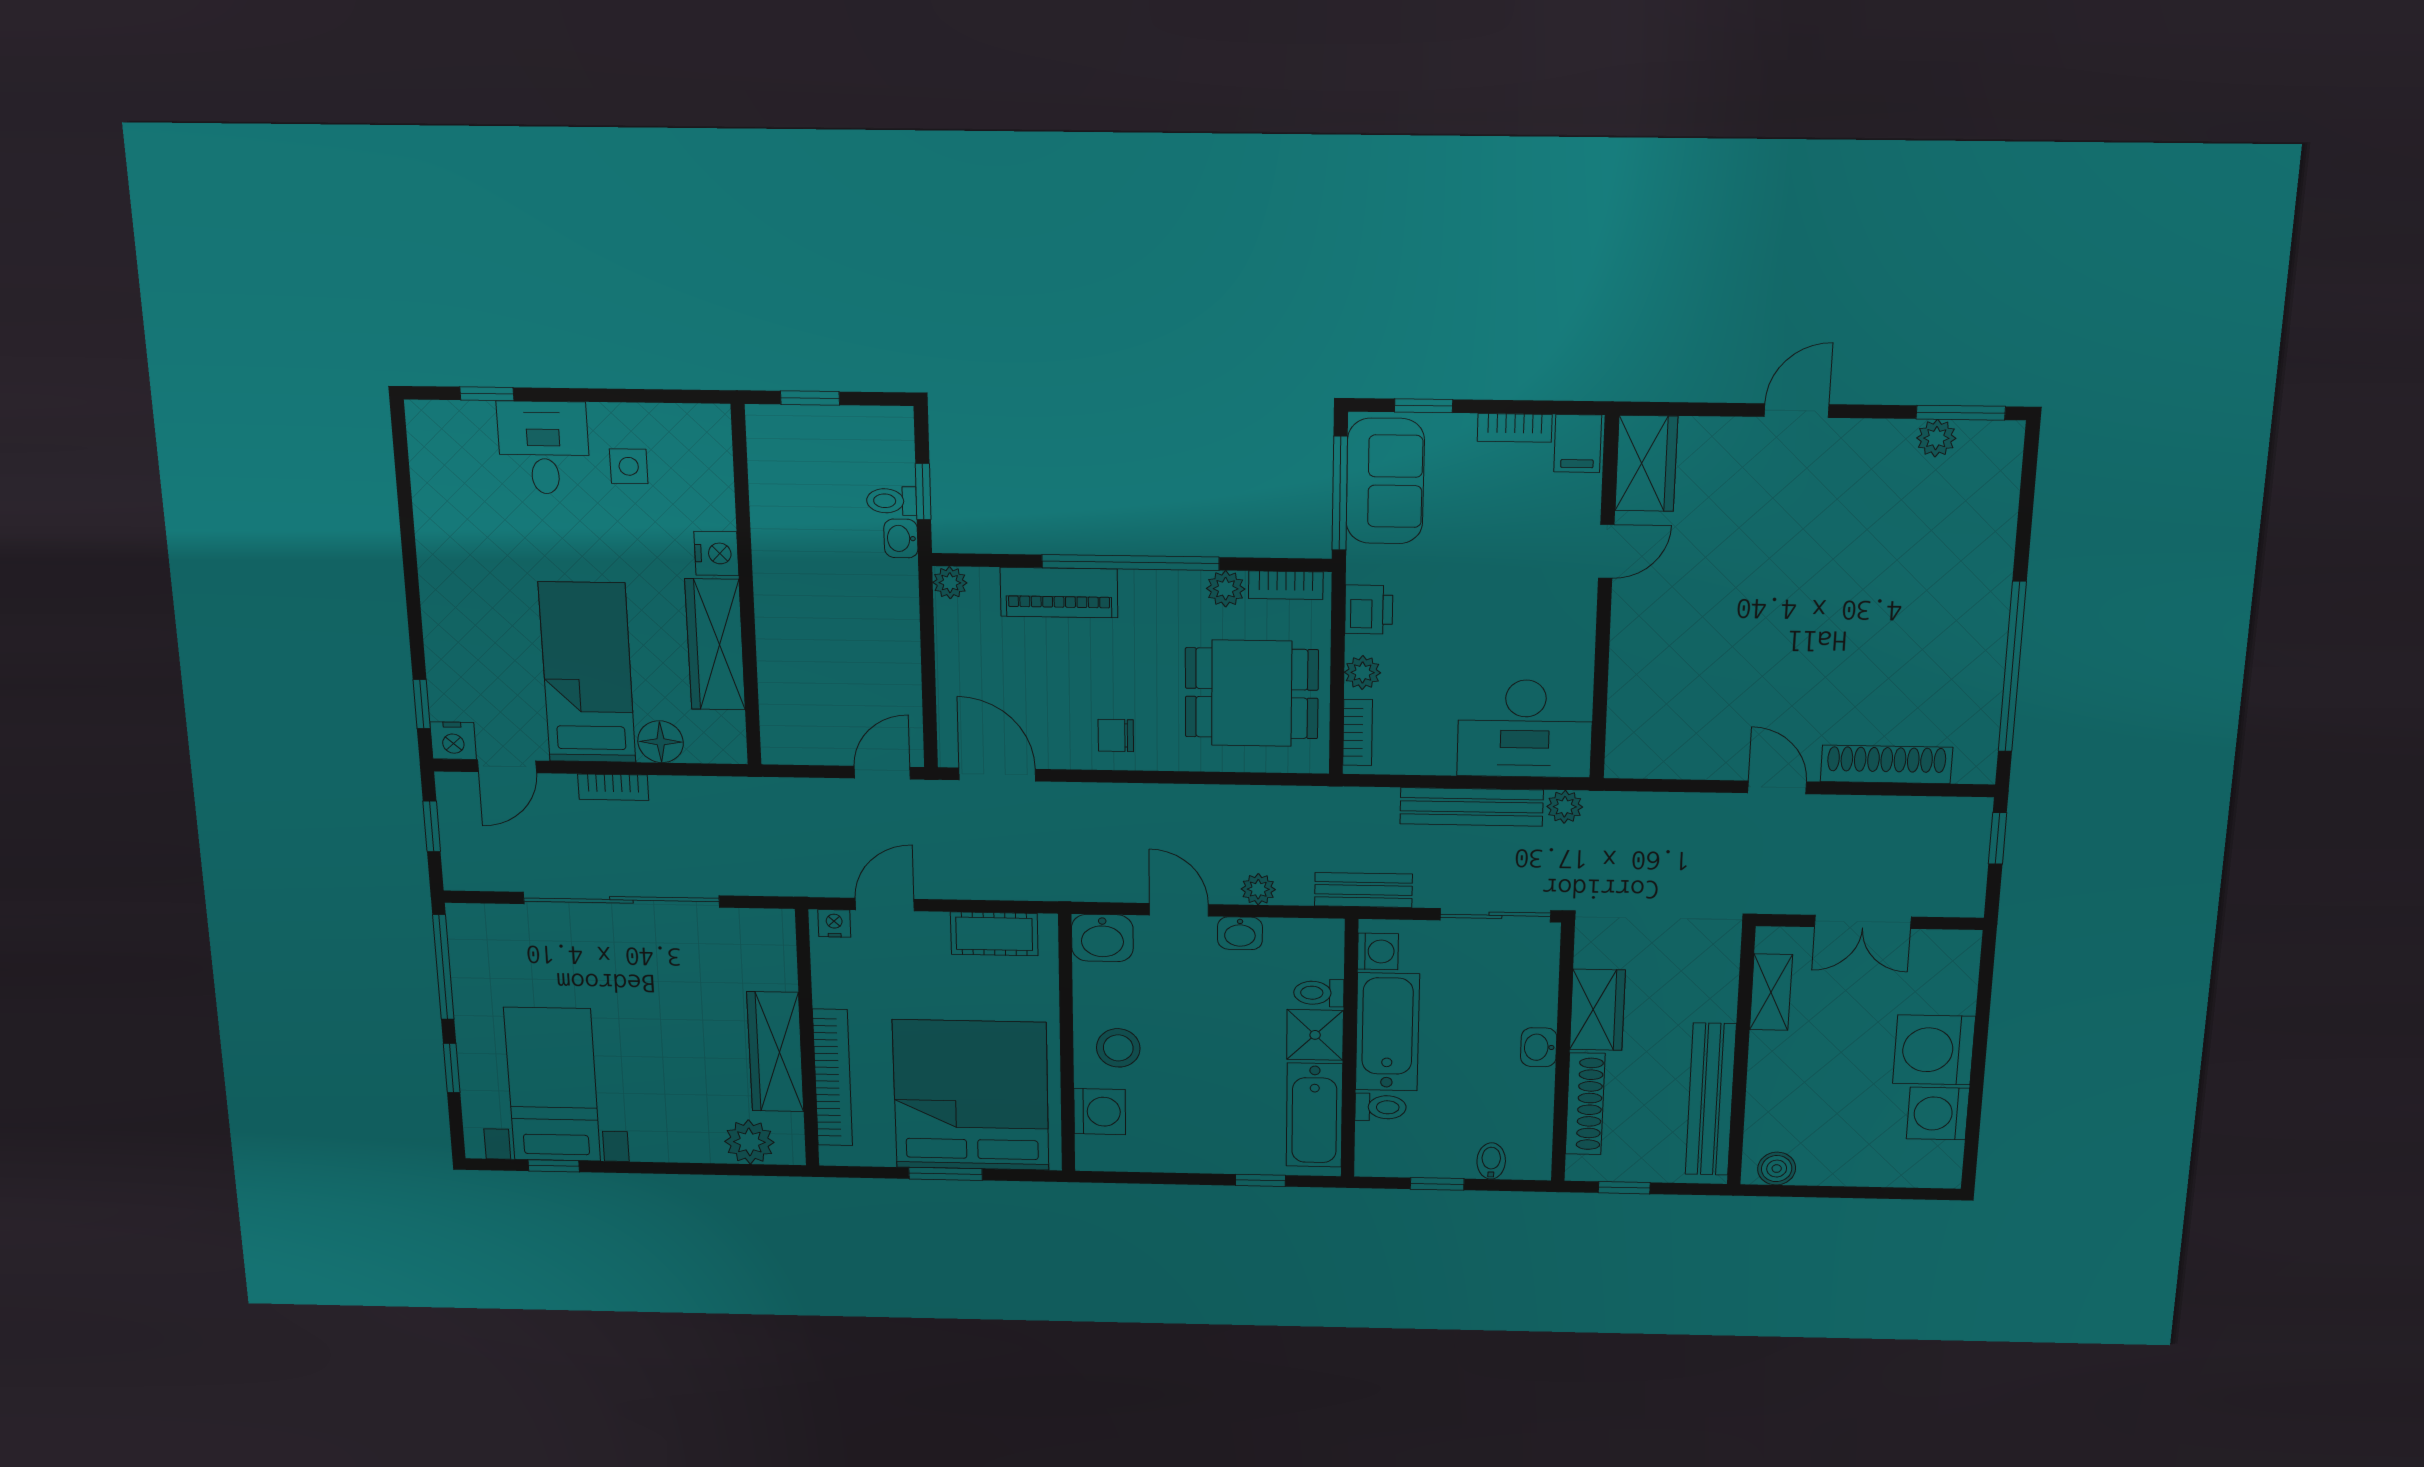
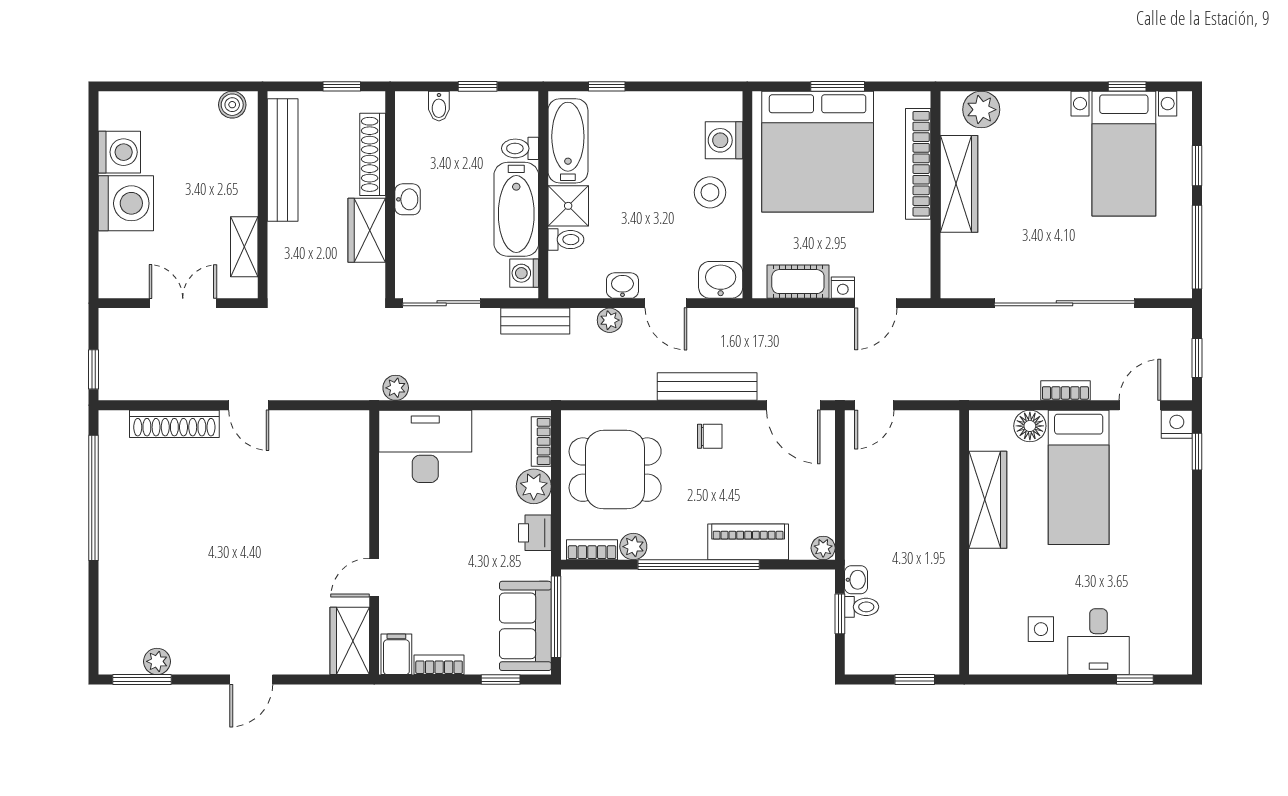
nightstand: (716, 553) -> (984, 567), removed
plant: (1363, 672) -> (534, 486), width x1.38, depth x1.38
bench: (1472, 807) -> (707, 387), moved
nightstand: (834, 923) -> (843, 288), moved

